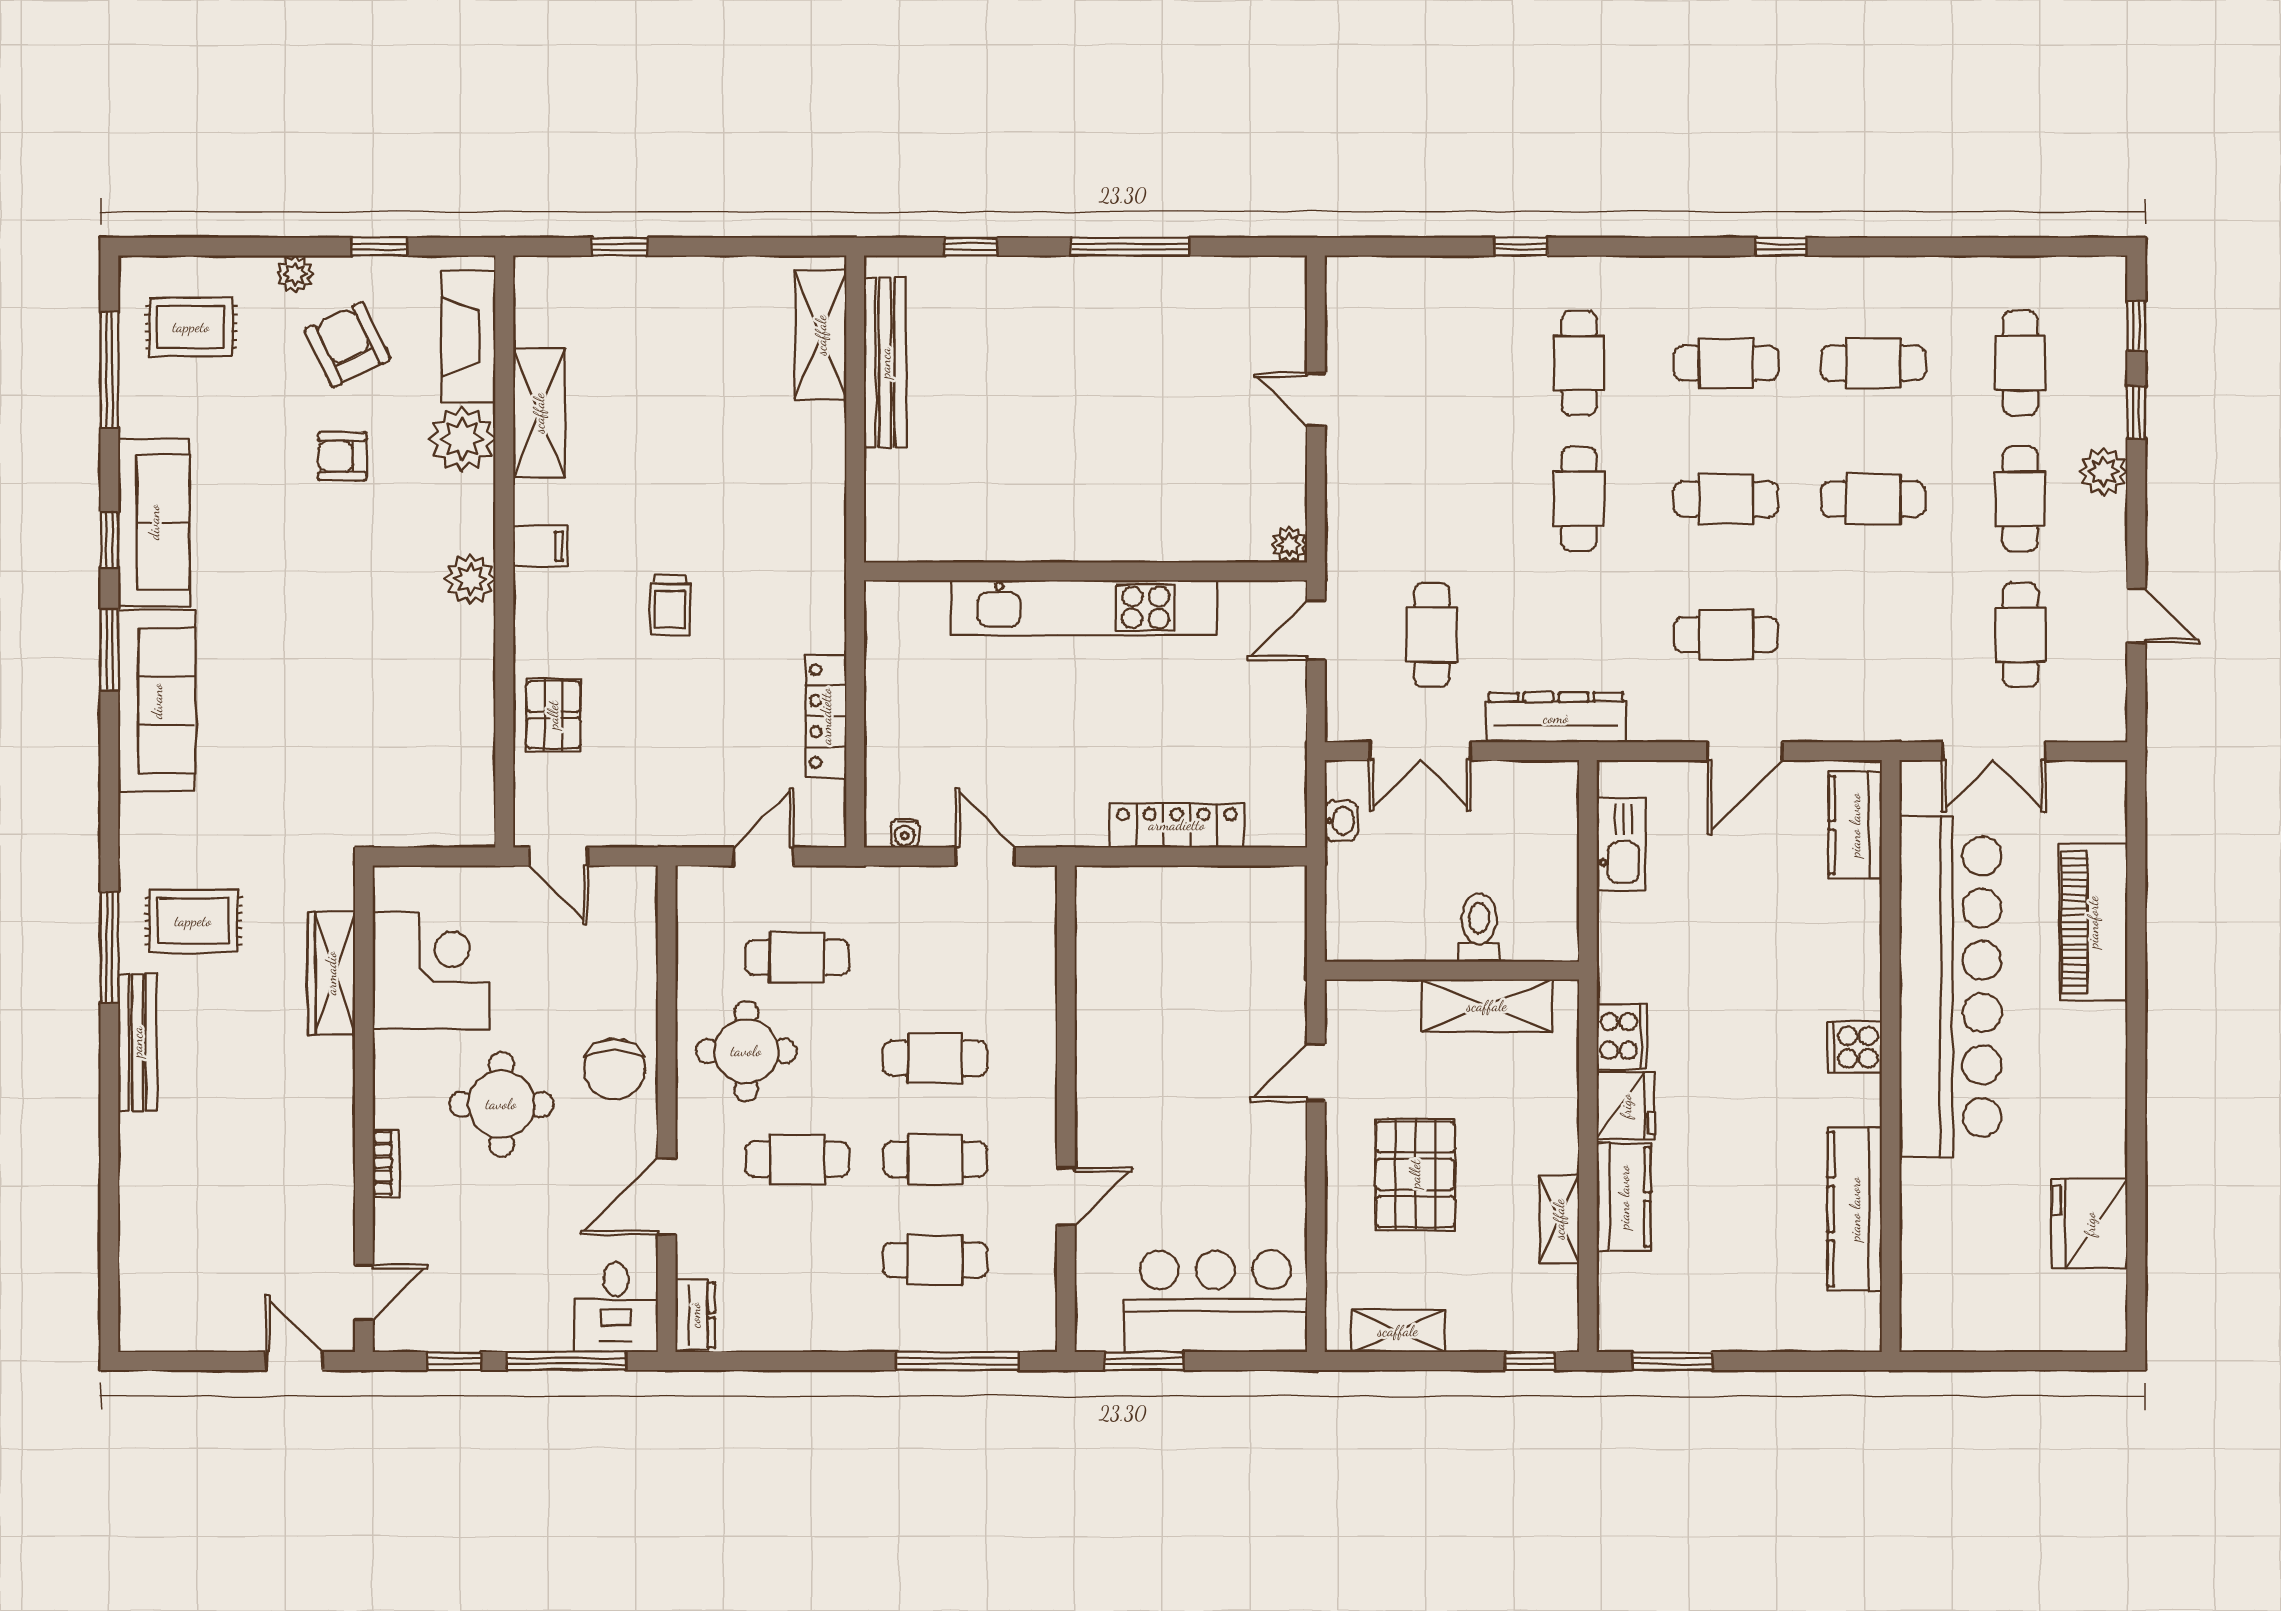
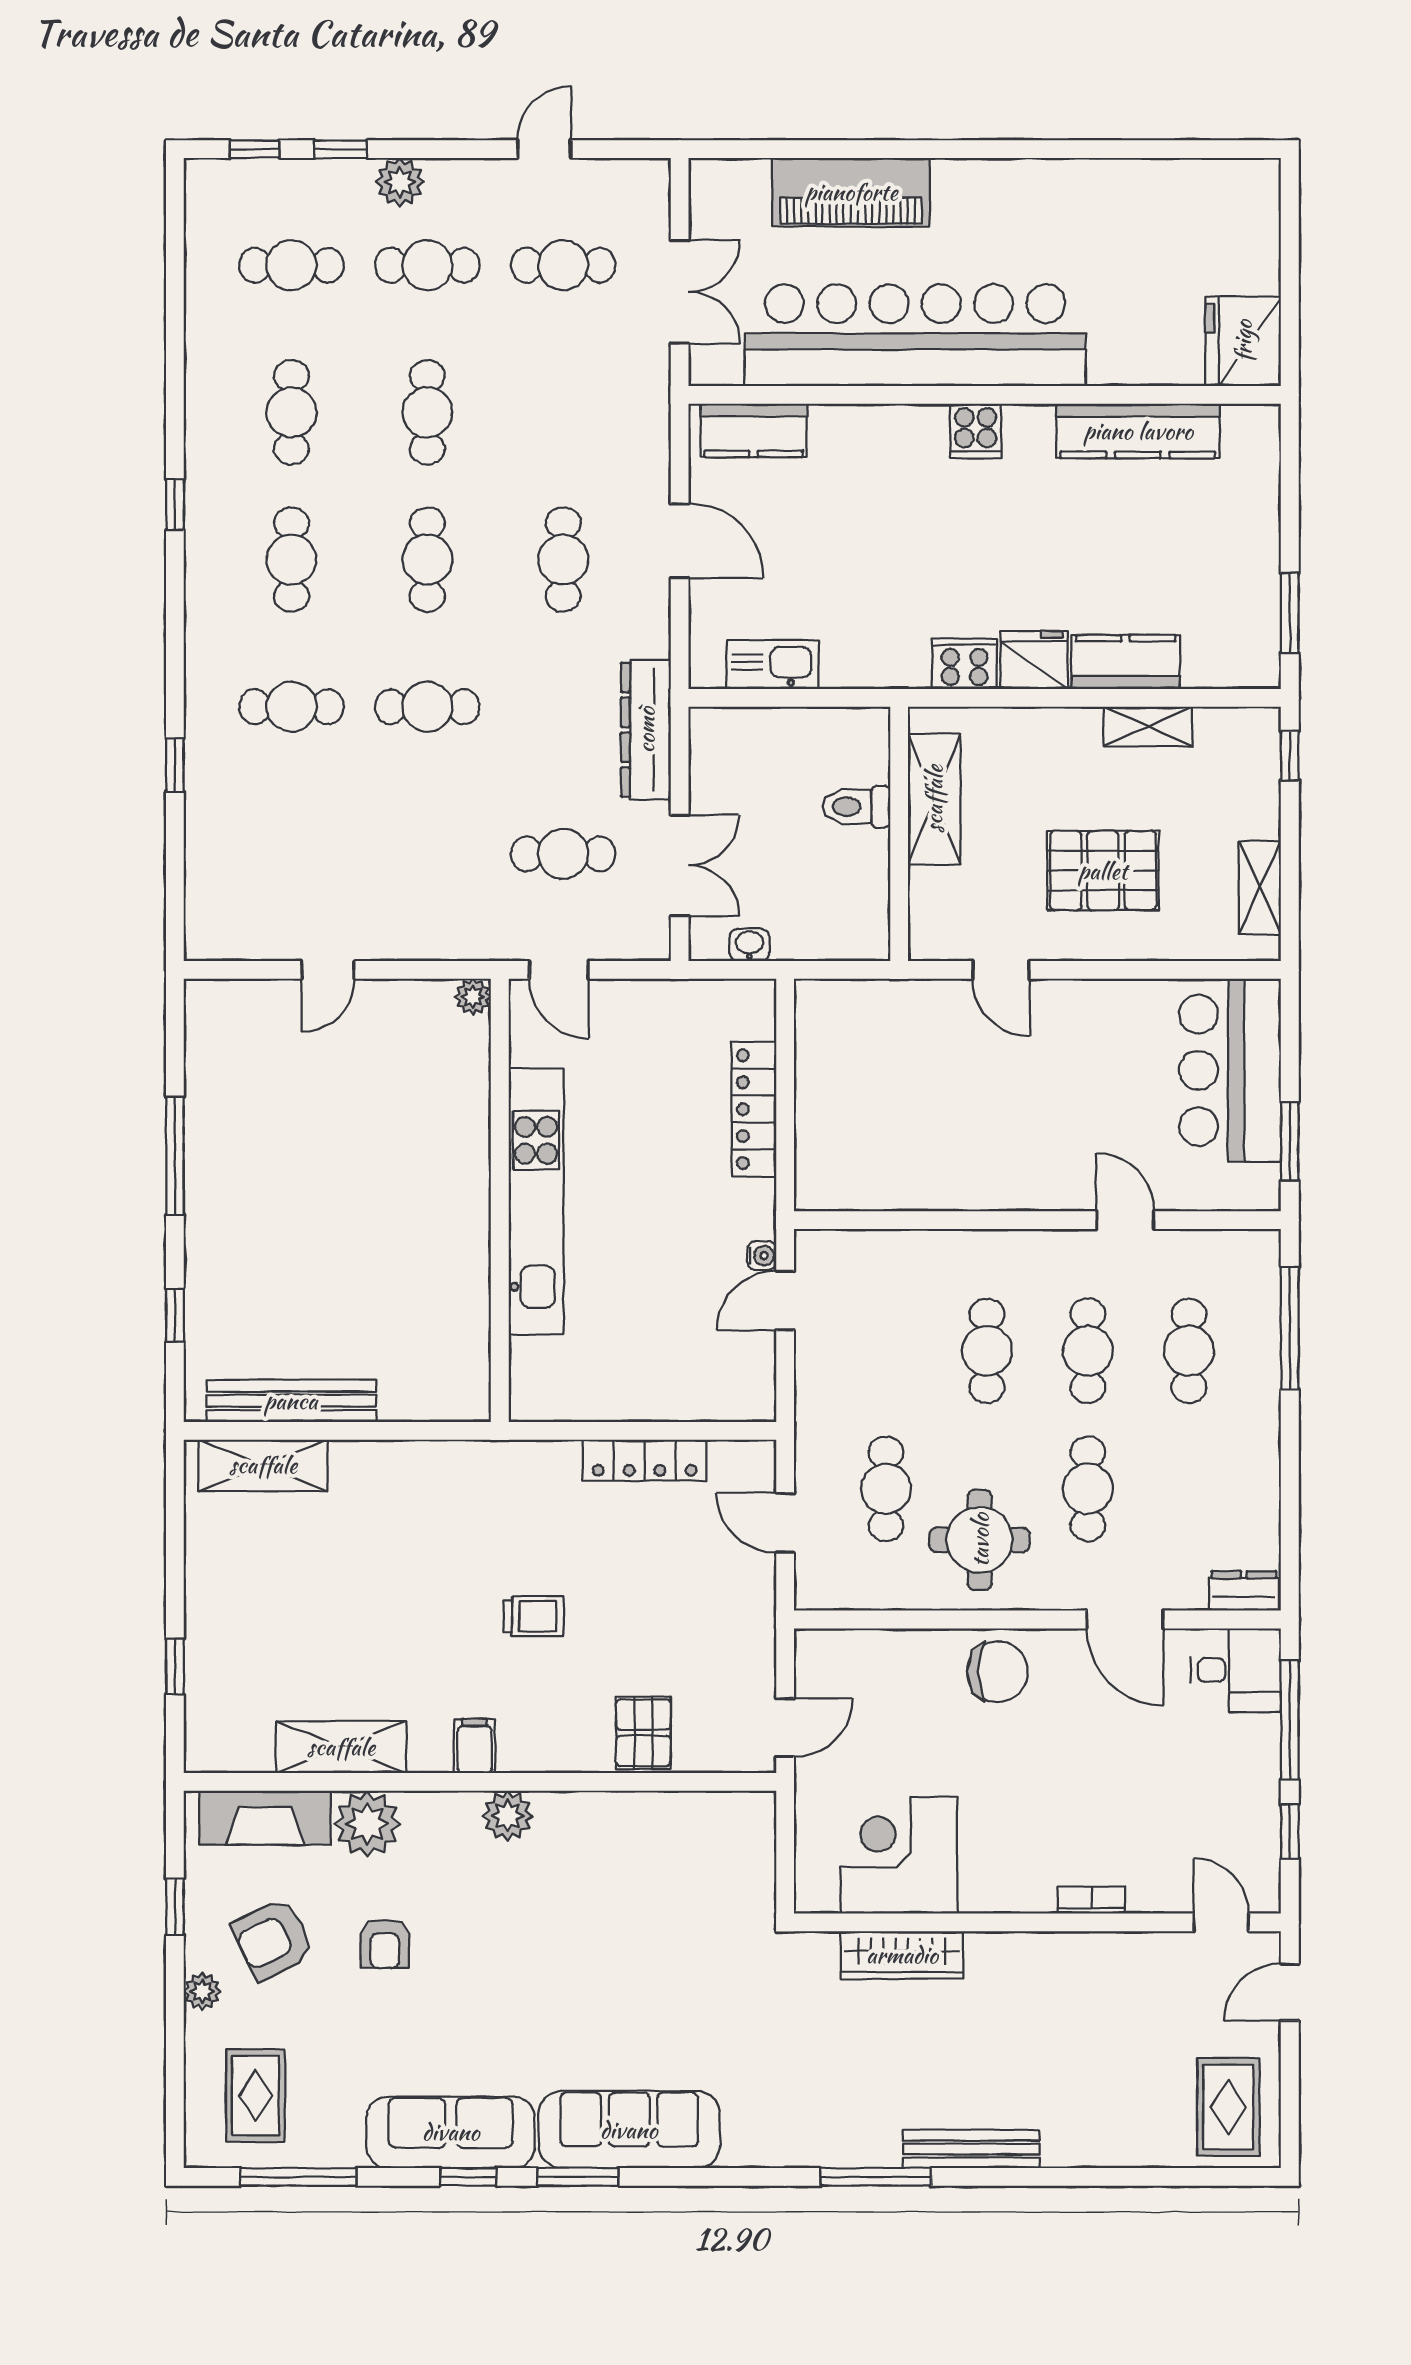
pallet: (553, 715) -> (643, 1733), turned 90
water cooler: (905, 833) -> (762, 1256), moved
rug: (193, 921) -> (1228, 2107), moved
round table: (501, 1104) -> (1033, 1785), removed
fridge: (2090, 1224) -> (1243, 341), moved, turned 90

